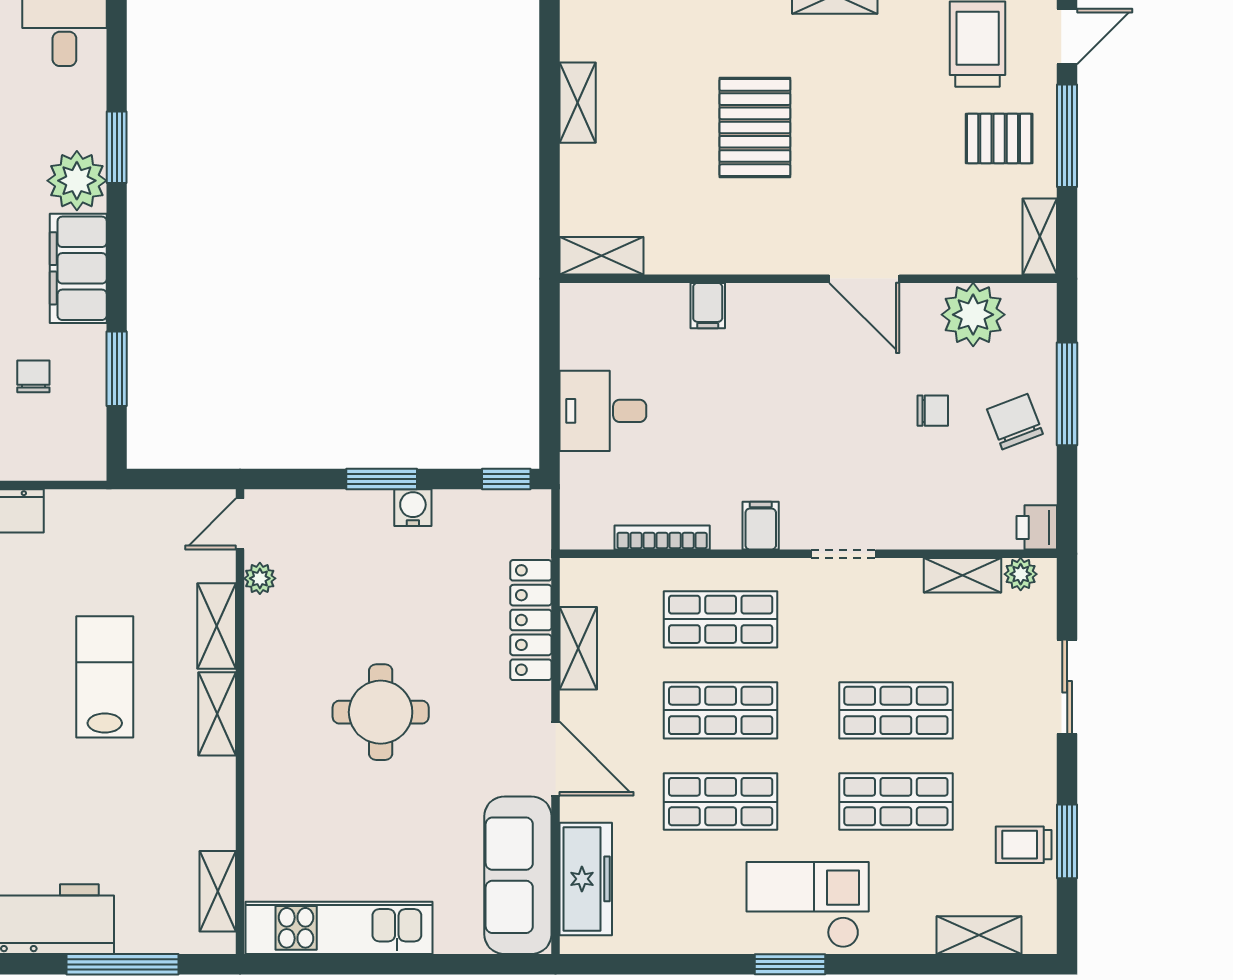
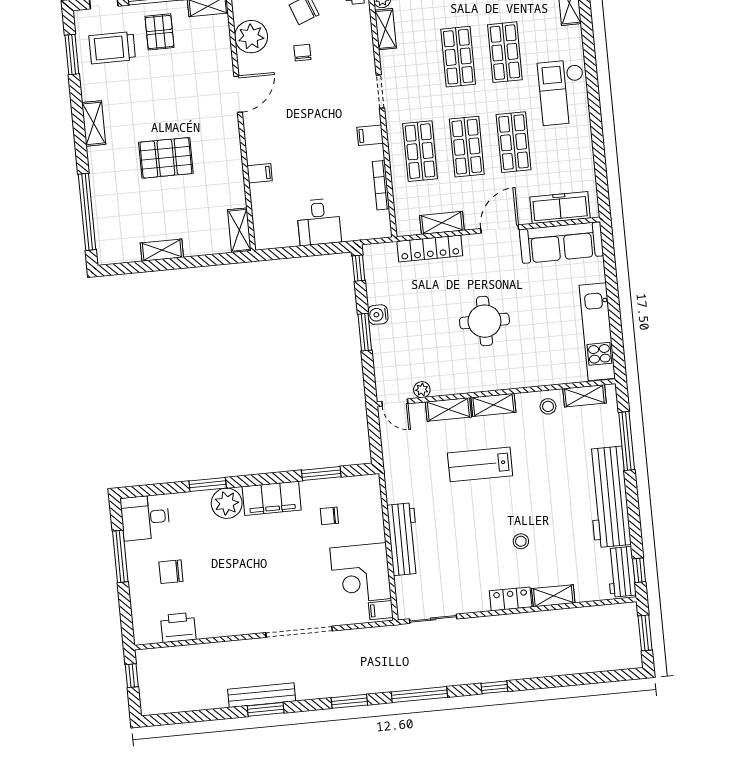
stool: (204, 819) -> (548, 406), added
window: (790, 964) -> (594, 99), removed

